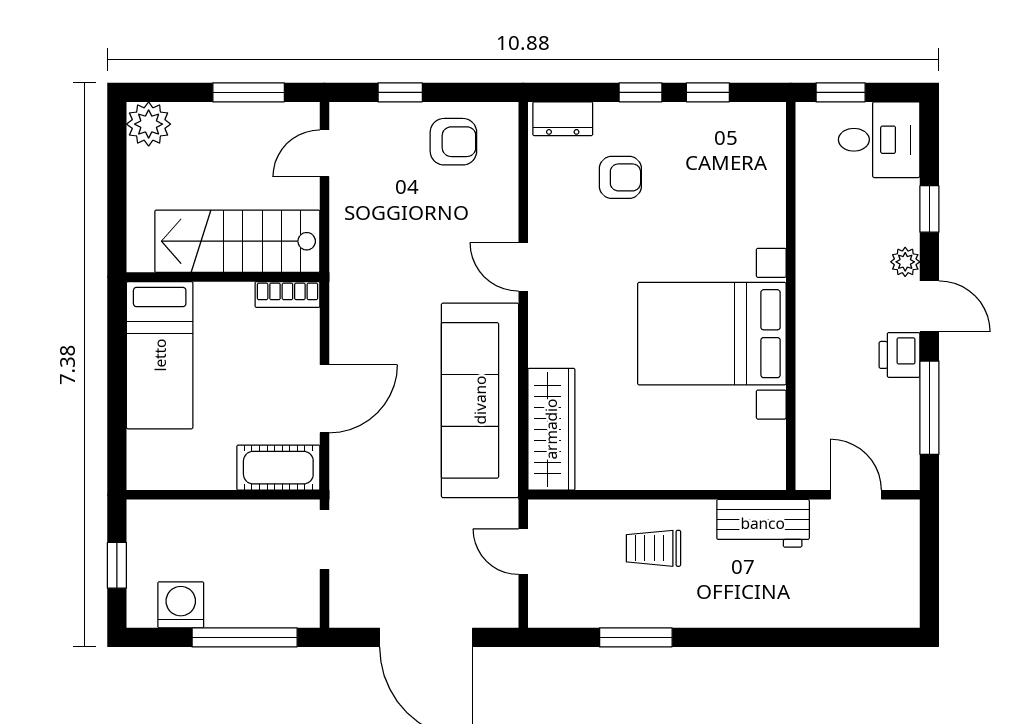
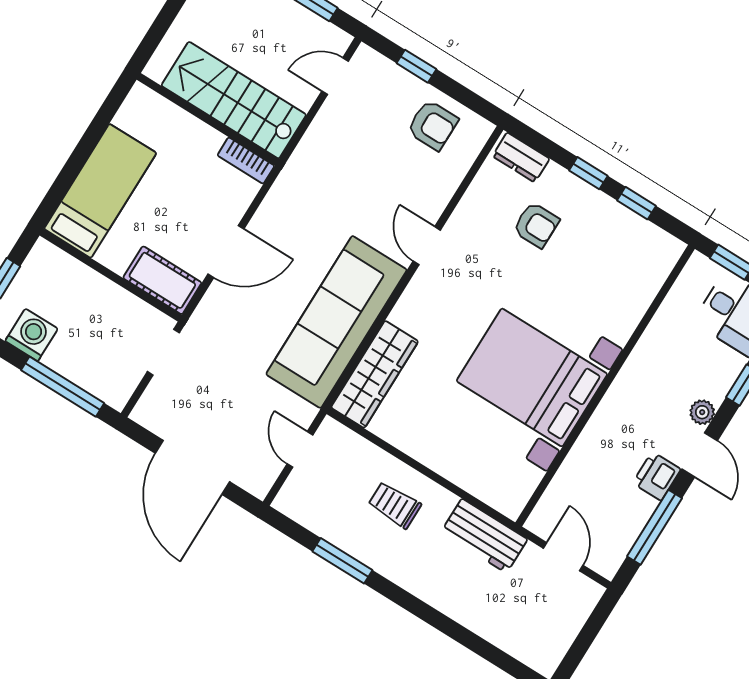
bed: (160, 355) -> (100, 191), moved, turned 180

